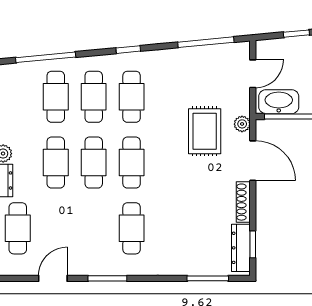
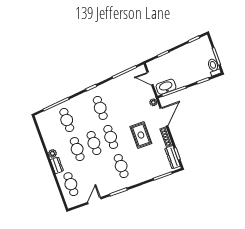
door: (253, 74) -> (150, 78), swing flipped
cafe table: (94, 97) -> (83, 114), removed
rug: (205, 131) -> (141, 135), moved
door: (253, 161) -> (164, 117), hinge flipped

